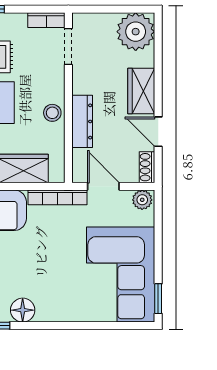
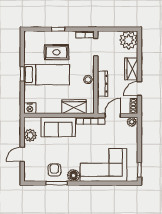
door: (158, 132) -> (139, 89), hinge flipped
door: (103, 186) -> (113, 115), hinge flipped
corner sofa: (121, 275) -> (104, 165), moved, turned 90

